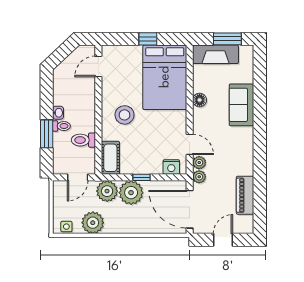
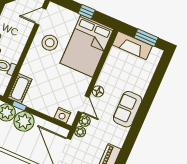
floor lamp: (200, 100) -> (98, 91), moved
sofa: (241, 105) -> (128, 109), moved
stool: (125, 115) -> (50, 43), moved
window: (141, 177) -> (19, 106), moved

